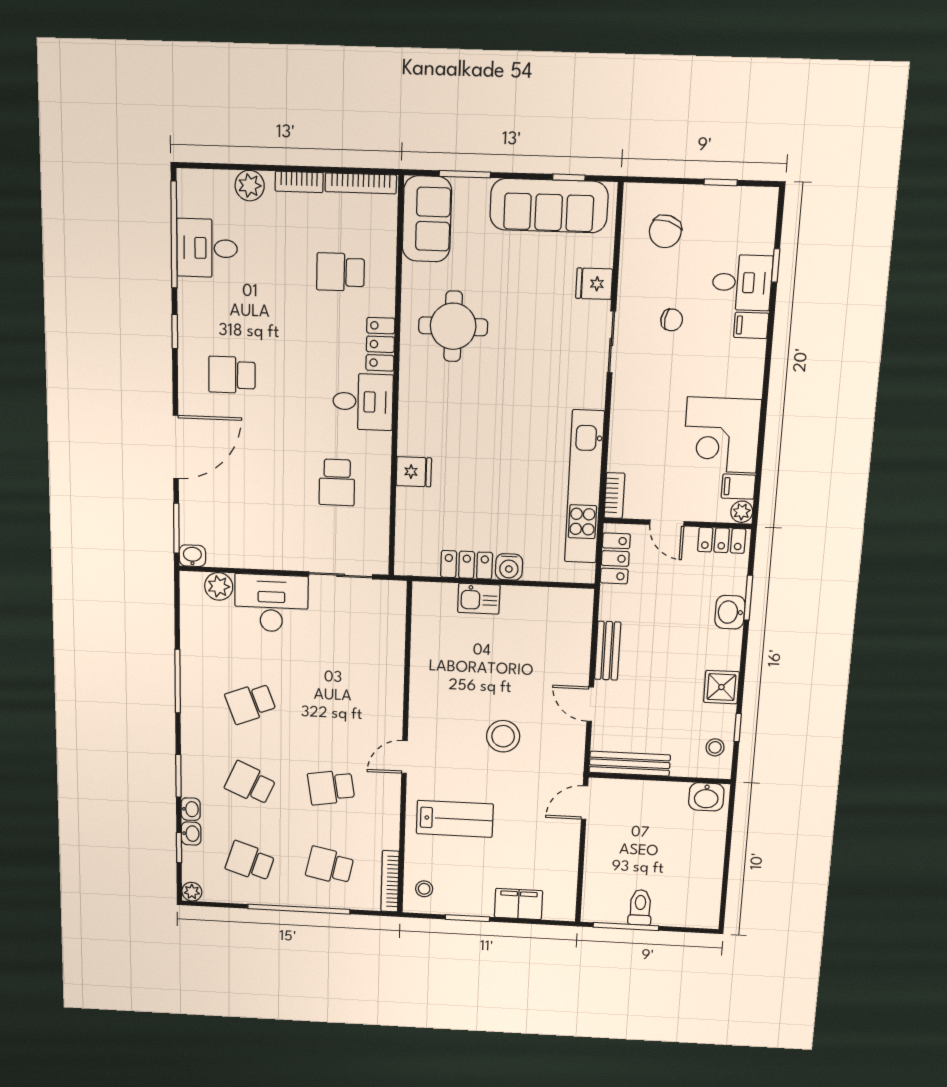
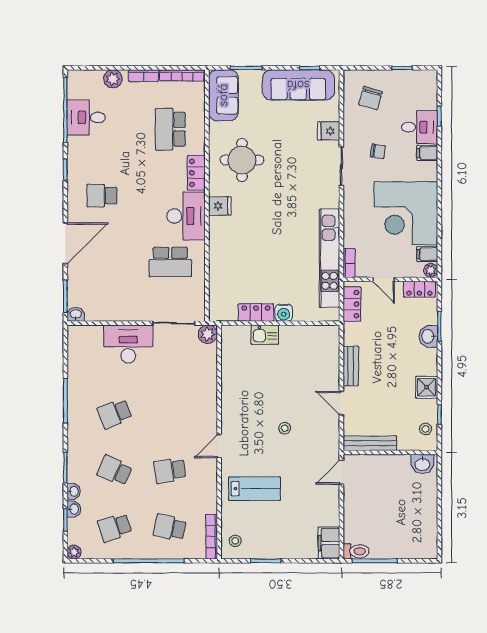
school desk: (340, 272) -> (170, 129), width x1.85
desk: (363, 402) -> (186, 216), width x1.37
corner desk: (722, 435) -> (406, 213), width x1.36, depth x1.36
fridge: (414, 472) -> (220, 206), moved
school desk: (337, 482) -> (170, 262), width x1.85
plant: (219, 586) -> (208, 334), moved
stool: (503, 736) -> (285, 428), width x0.53, depth x0.53
school desk: (250, 862) -> (115, 527), turned -36
filing cabinet: (518, 904) -> (329, 543), moved, turned -90
toilet: (640, 907) -> (356, 551), moved, turned 90

